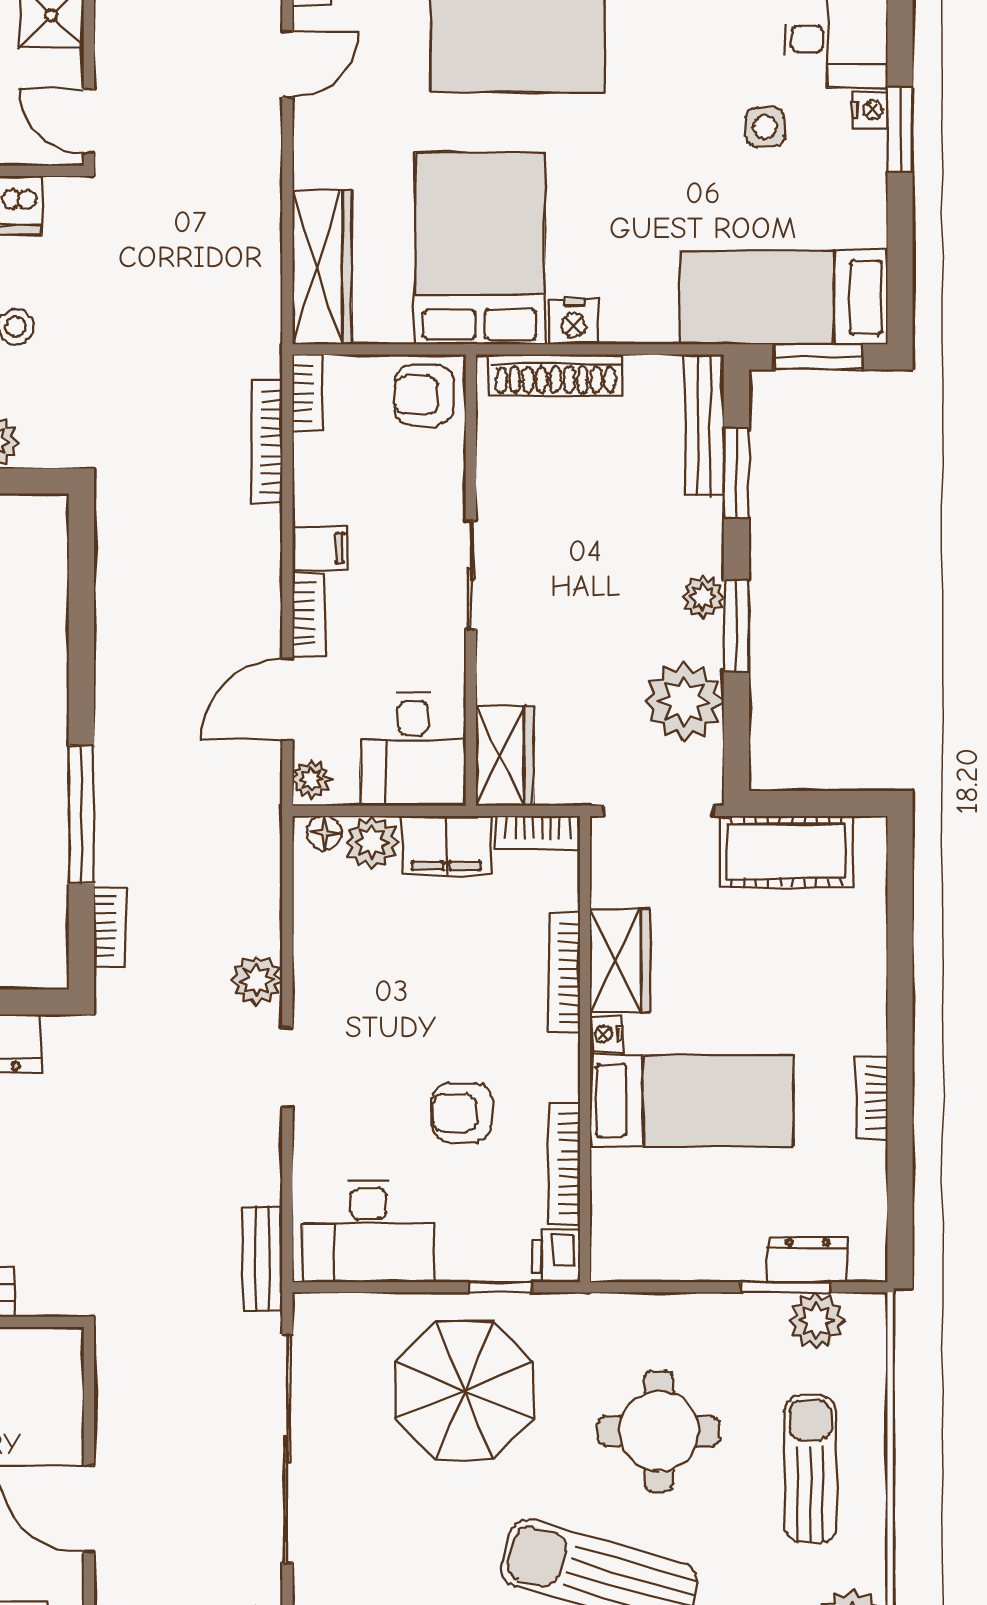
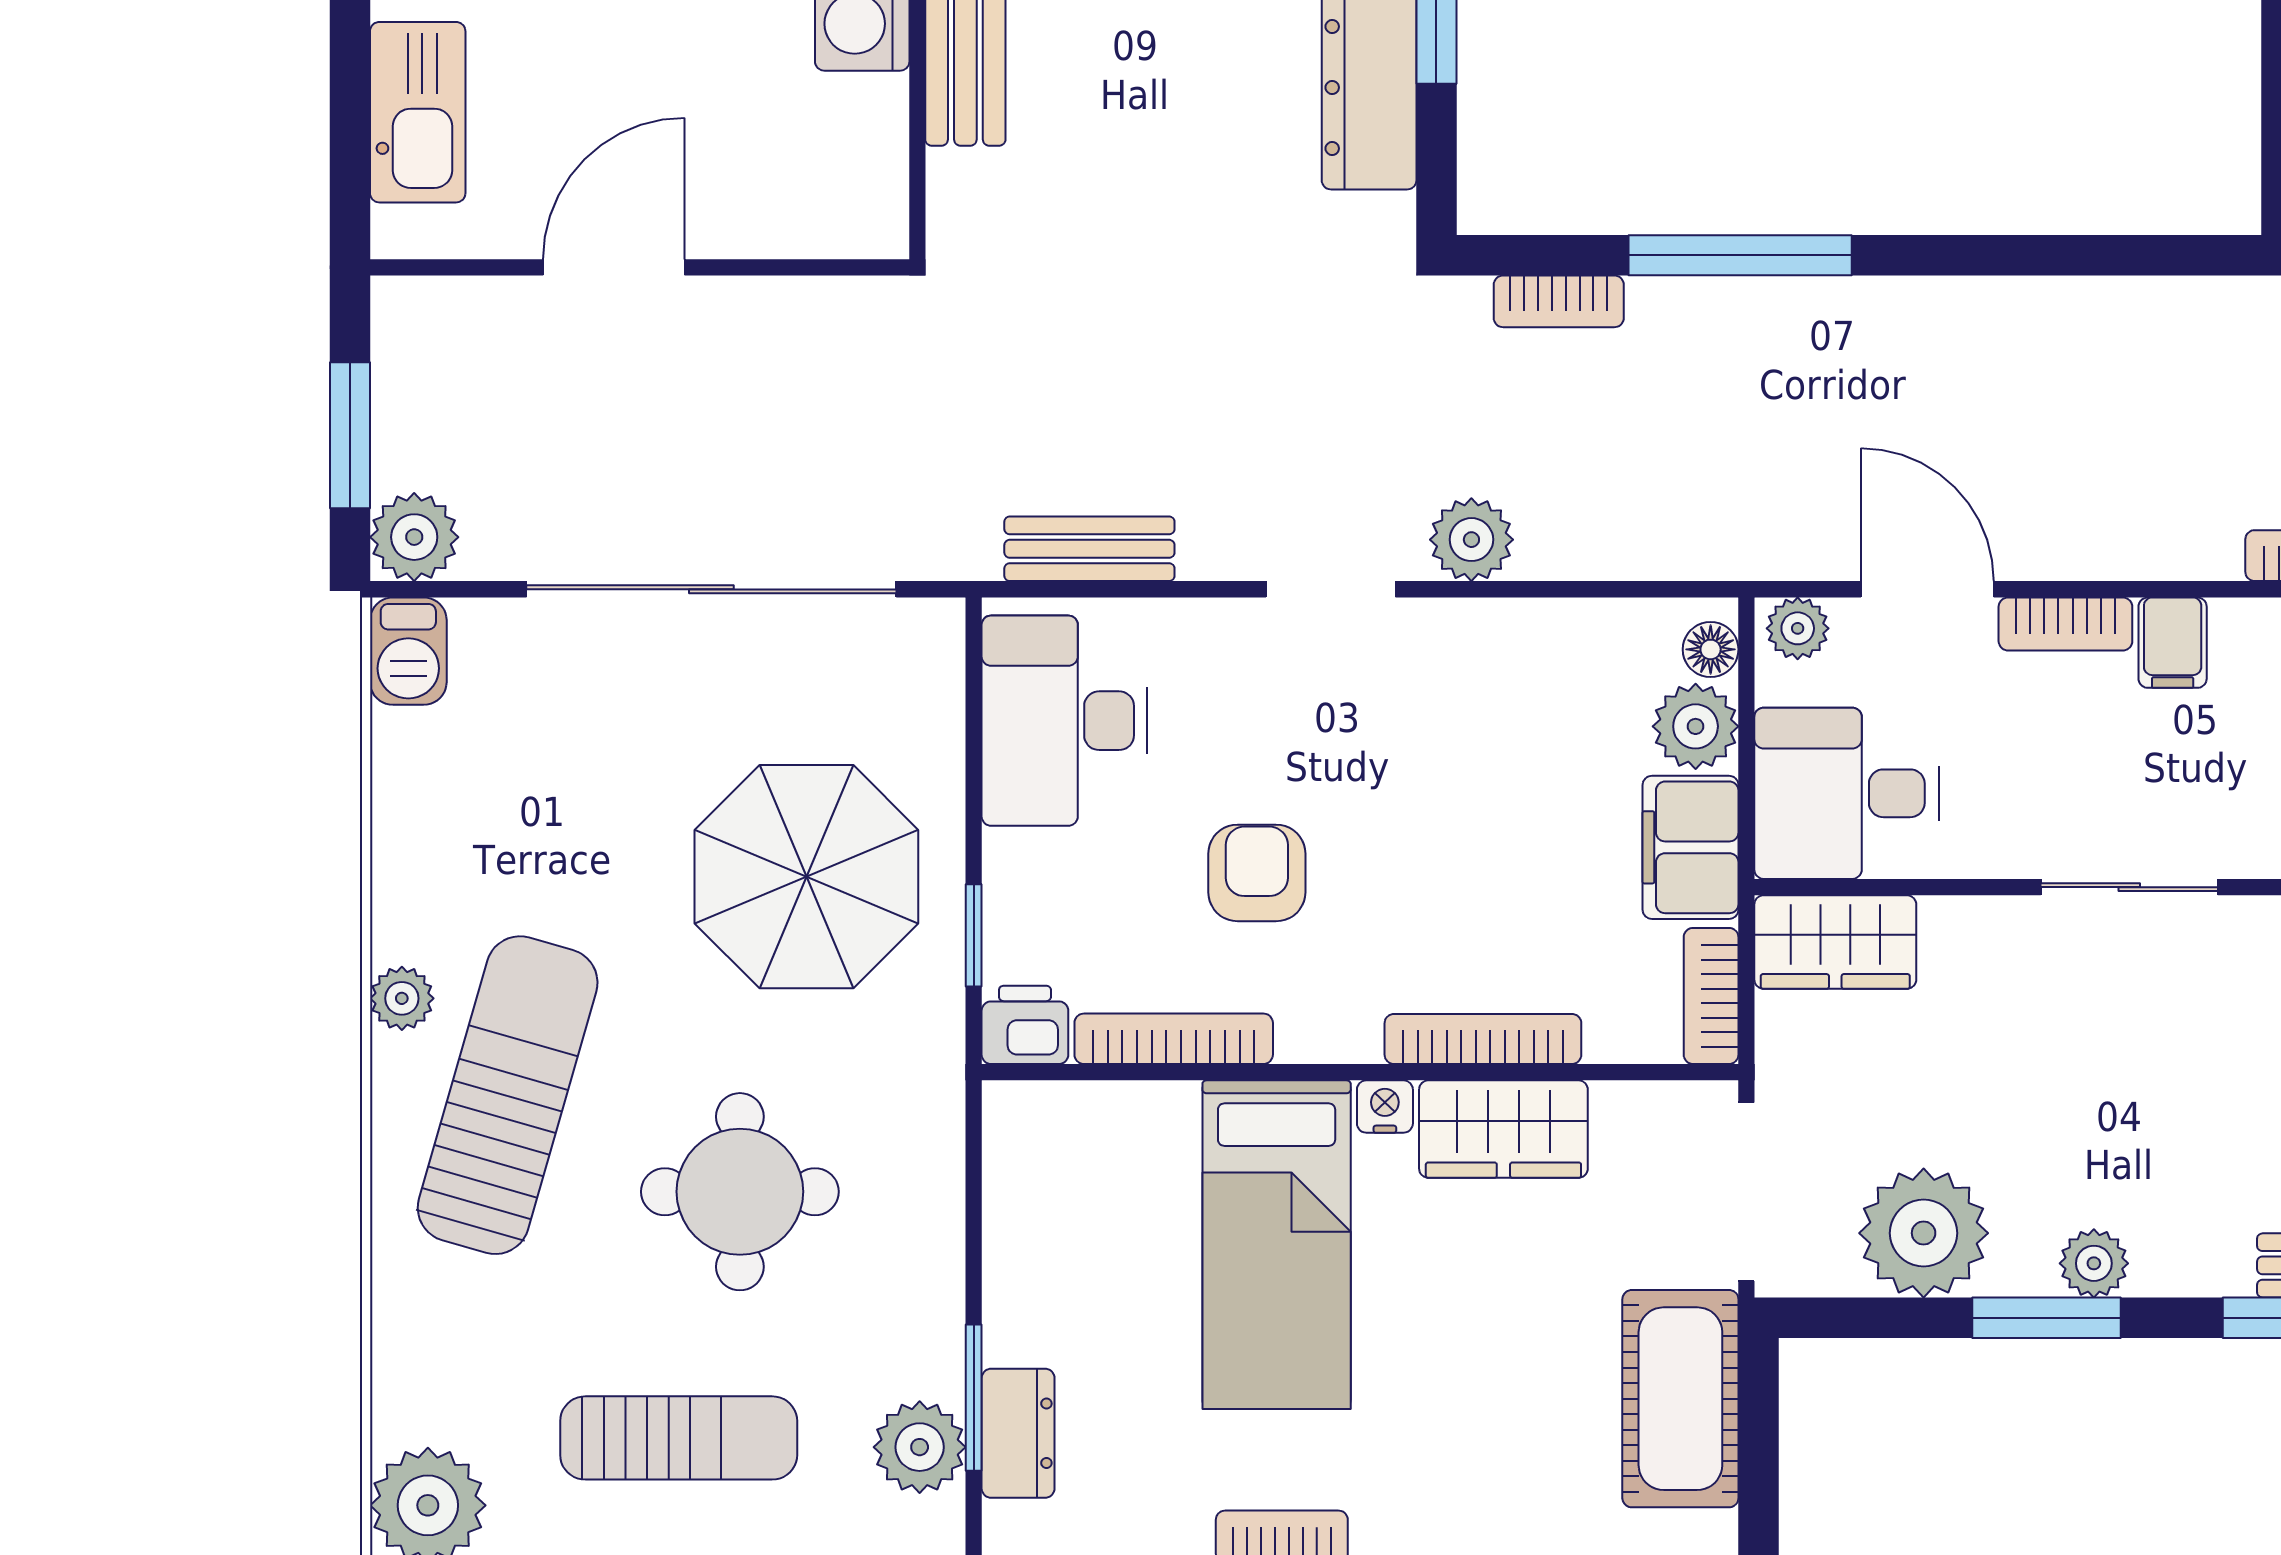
bench: (262, 1258) -> (1089, 549), moved

